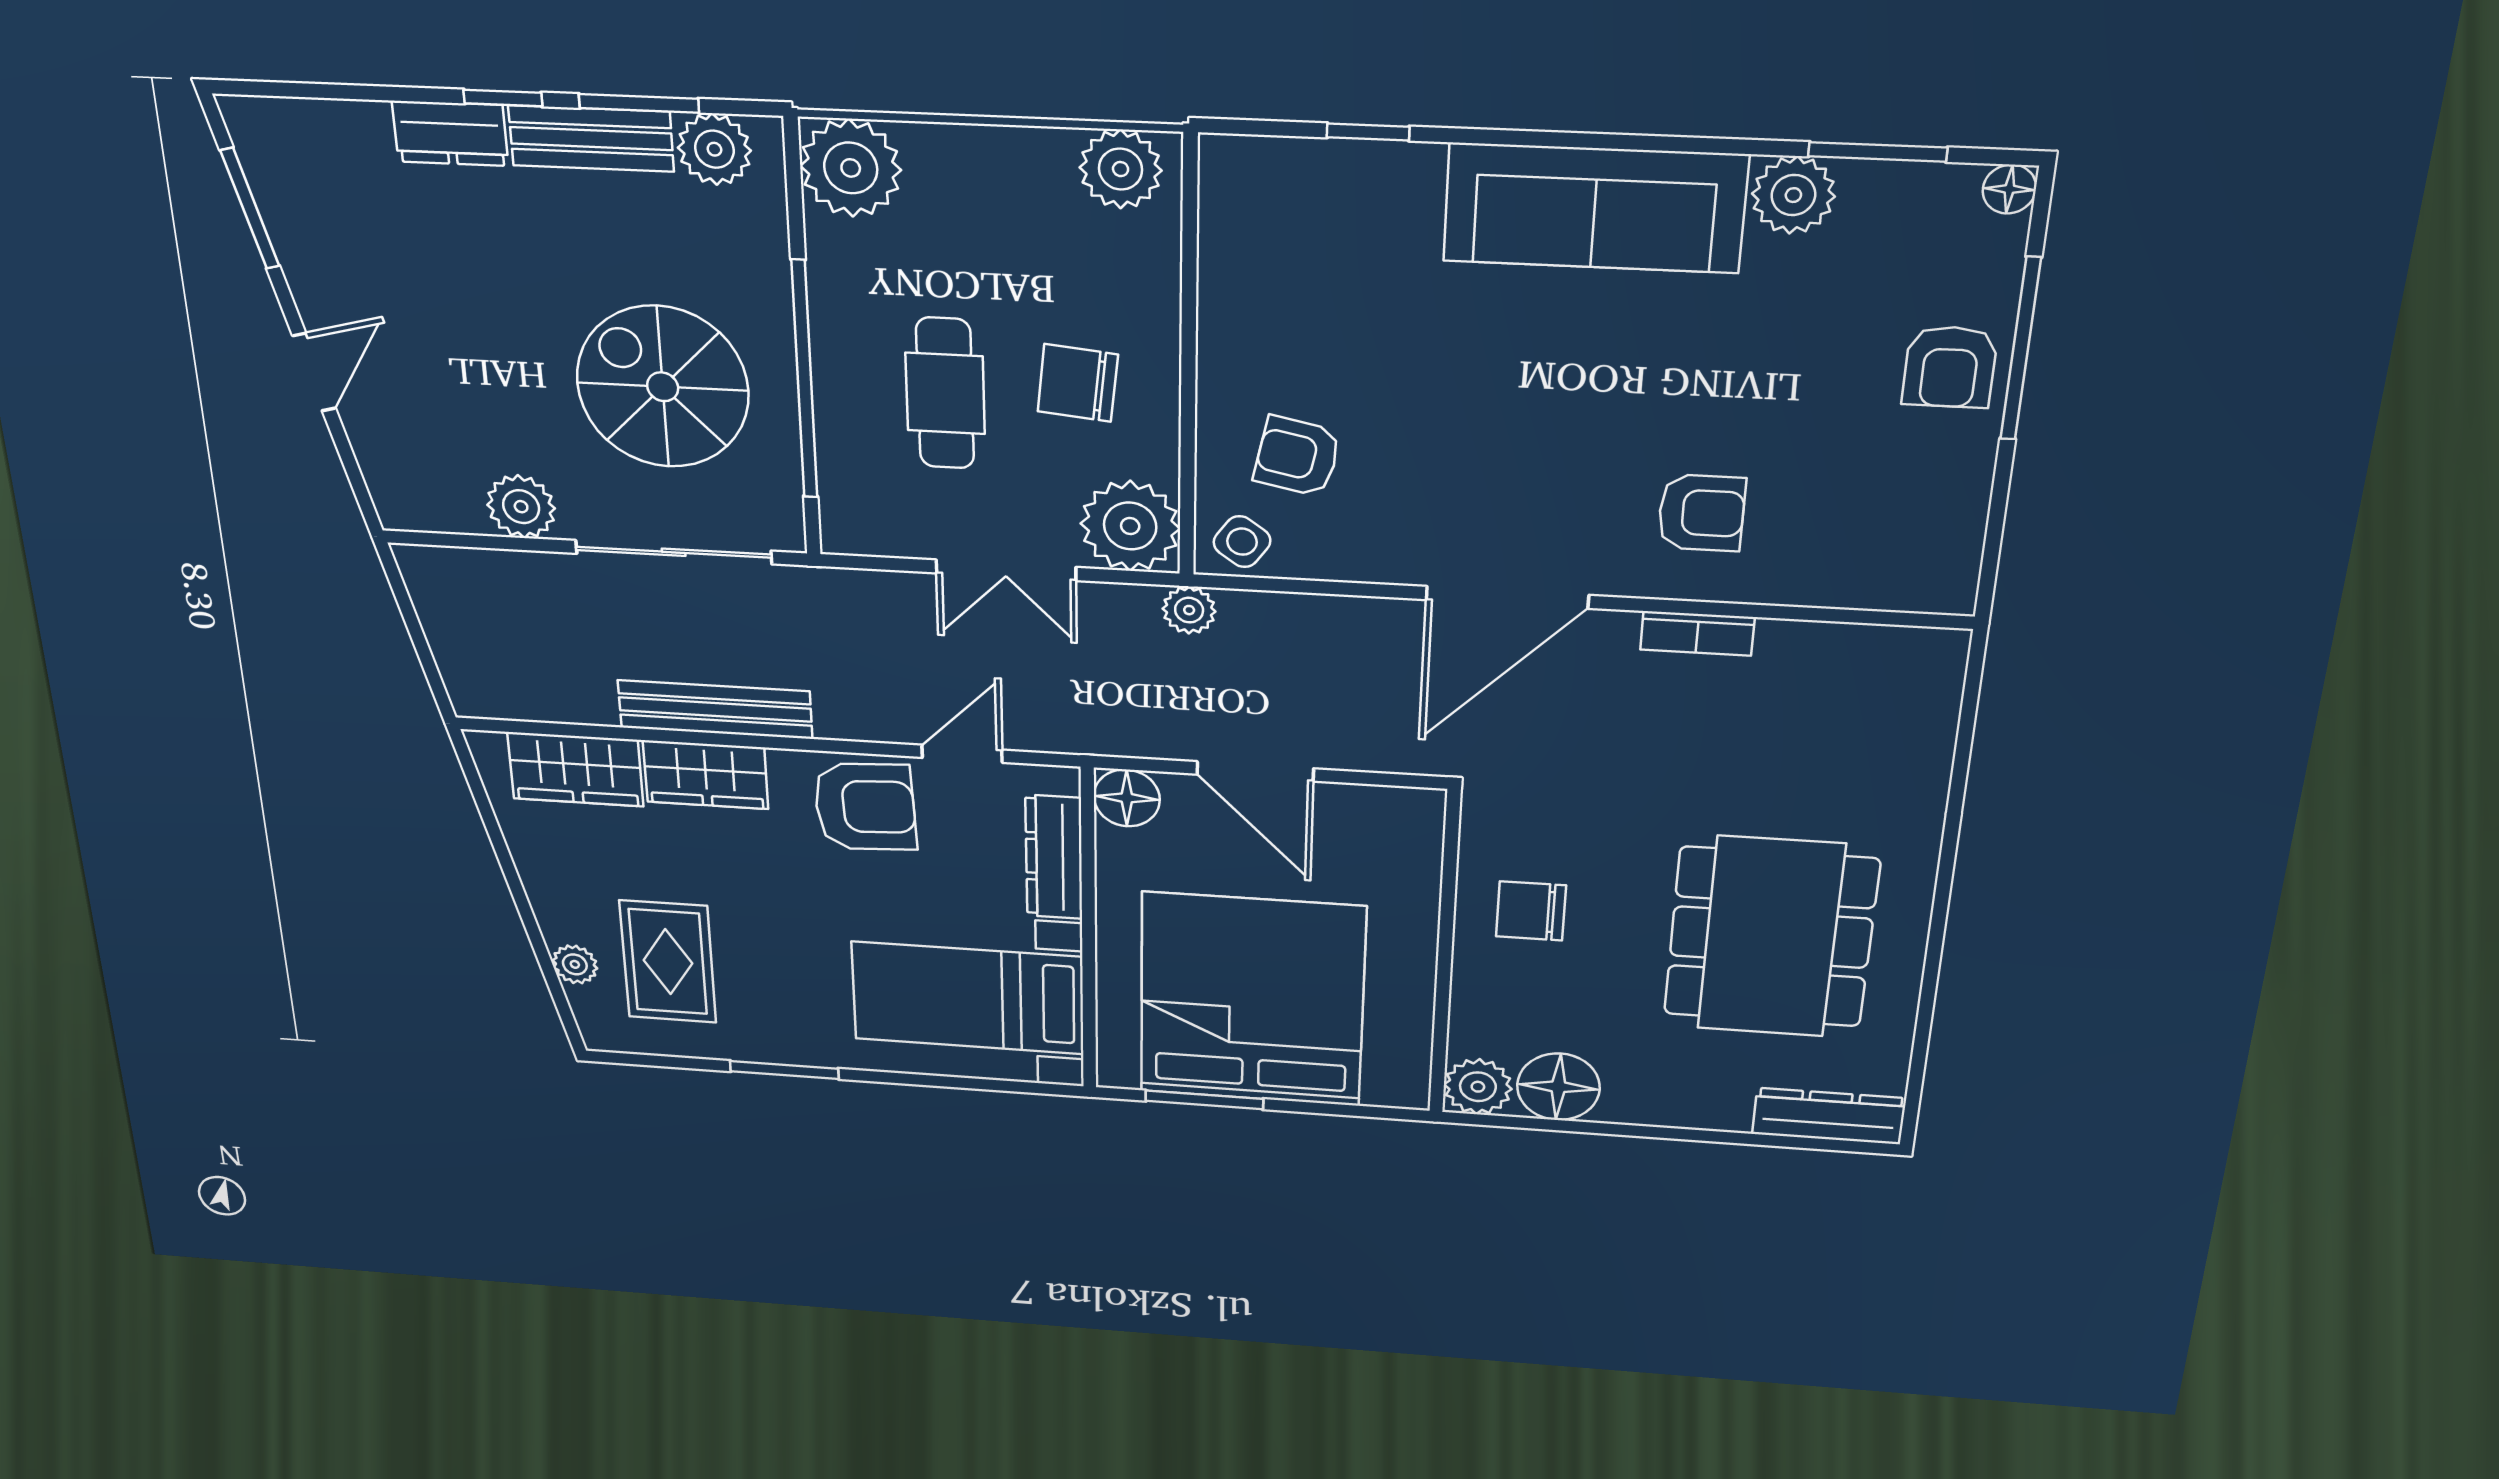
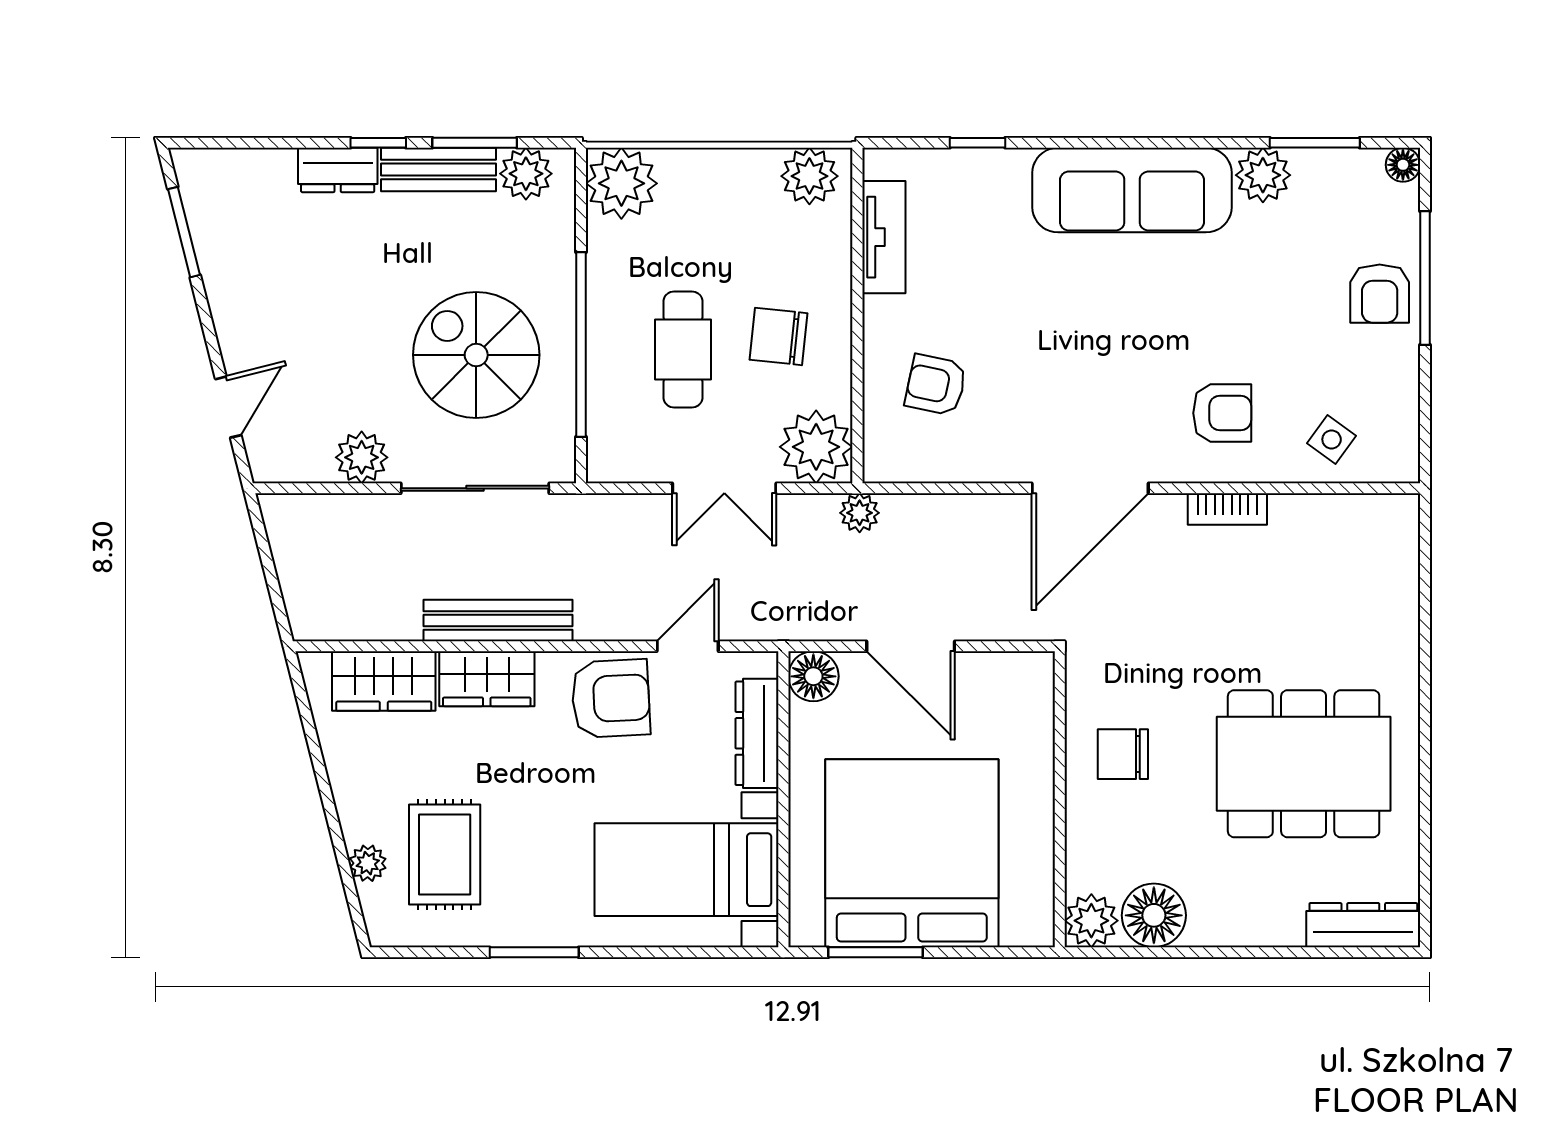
tv unit: (1228, 258) -> (884, 237), added
door: (314, 372) -> (228, 407), moved
side table: (1242, 542) -> (1332, 439), moved
dining table: (1771, 937) -> (1304, 764), turned 90

